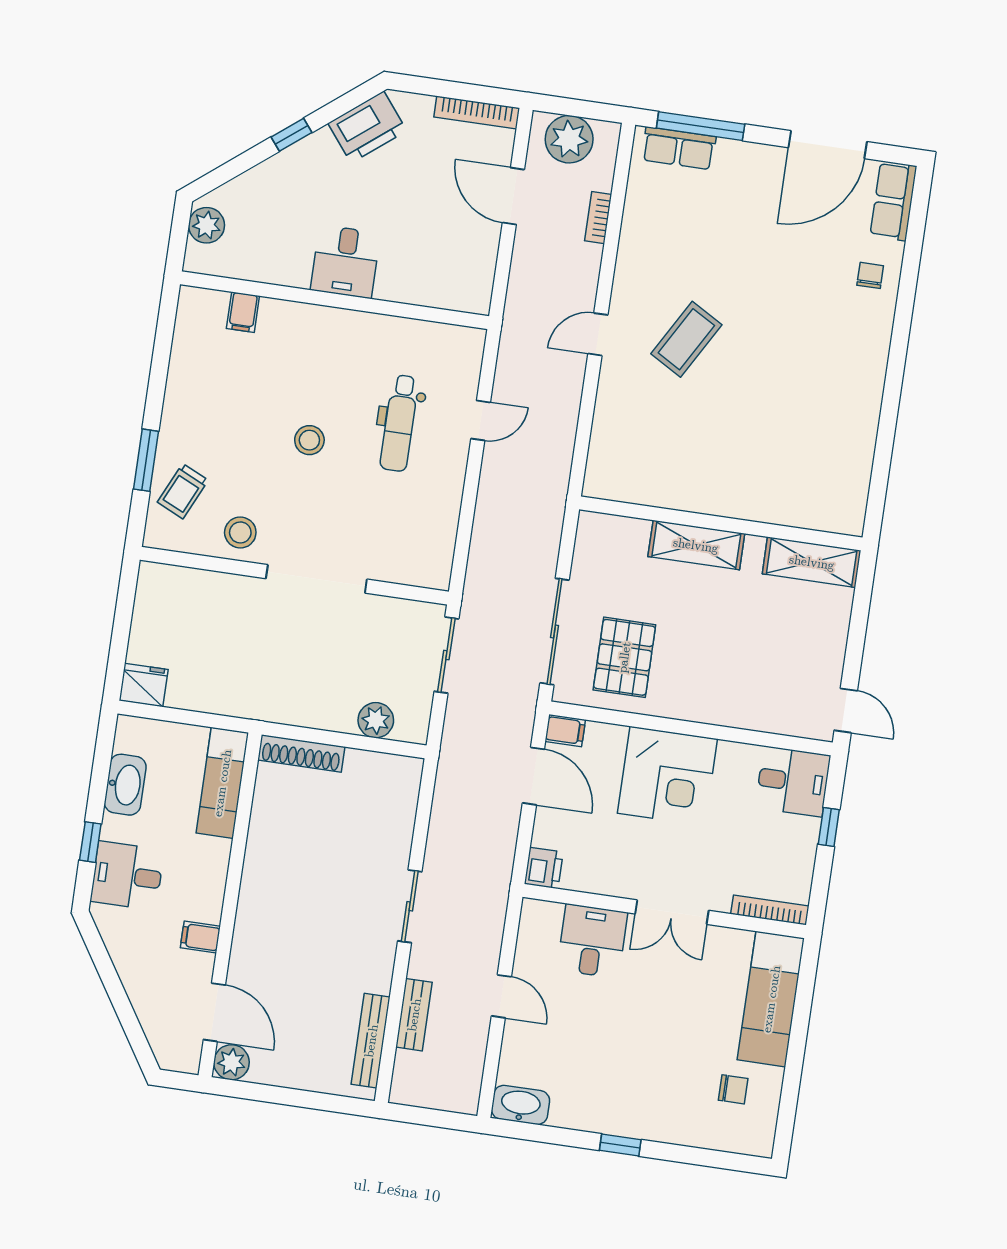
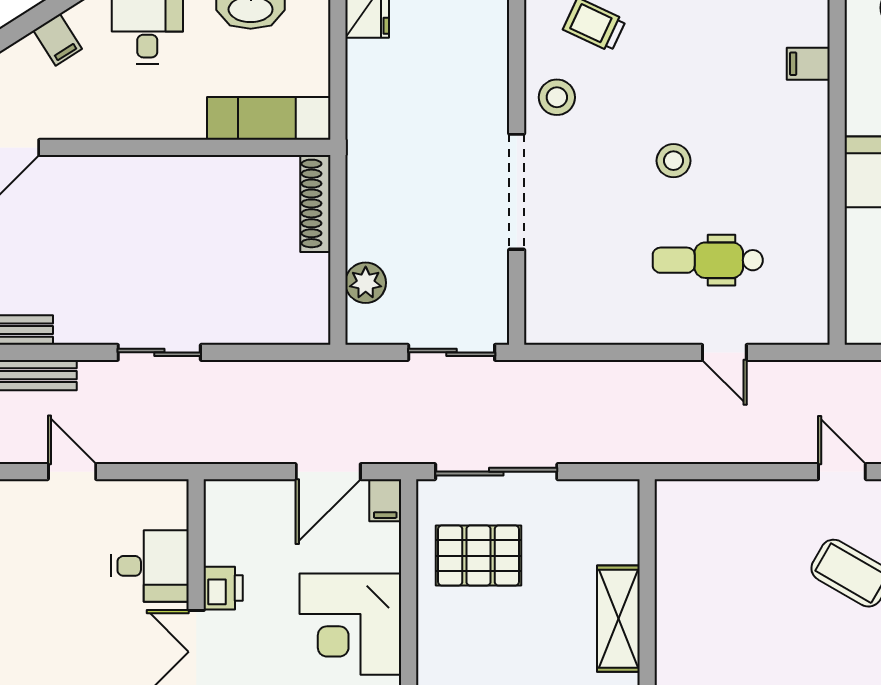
printer: (544, 868) -> (223, 588), moved, turned -90
filing cabinet: (200, 937) -> (58, 40), moved, turned 148
door: (501, 996) -> (72, 472), swing flipped

